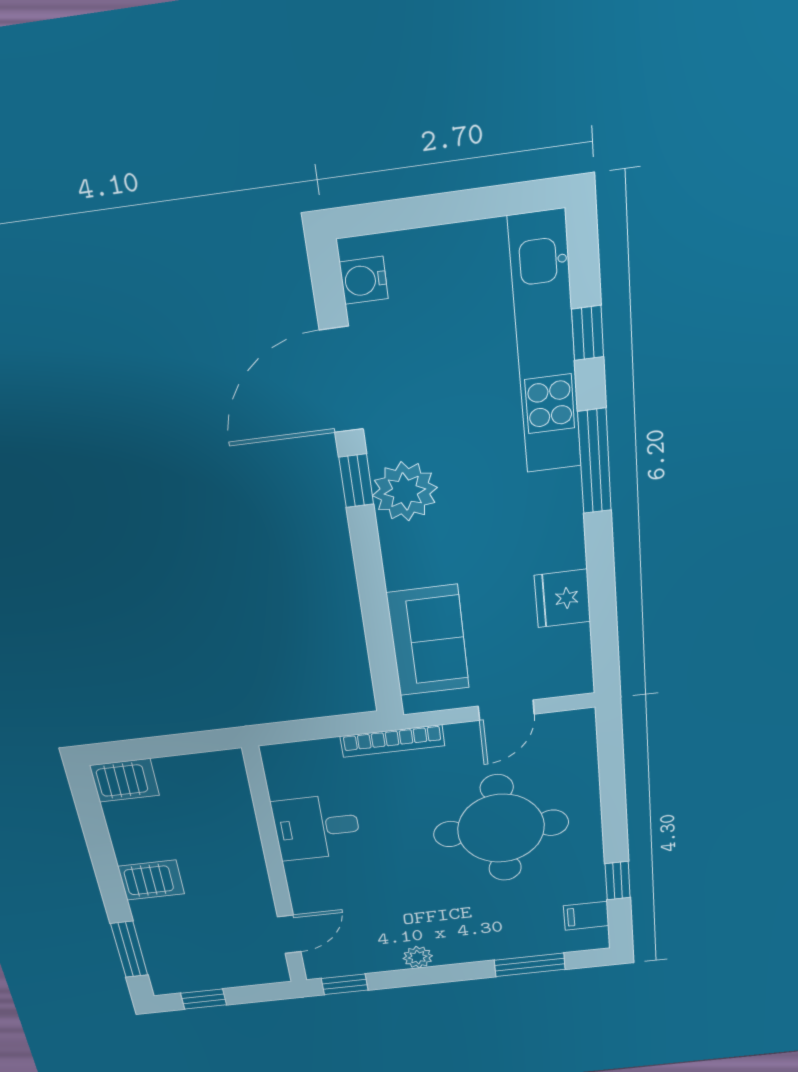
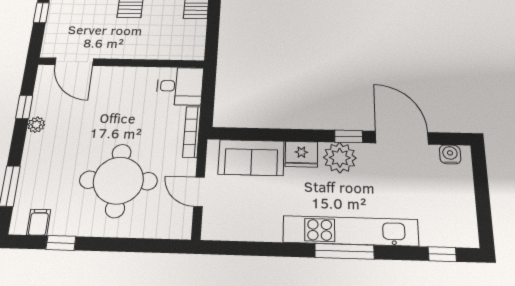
window: (588, 333) -> (442, 254), moved
kitchen unit: (546, 346) -> (351, 231), moved
fridge: (563, 598) -> (301, 154), moved, turned 180
desk: (317, 827) -> (180, 86), moved, turned 90
door: (289, 934) -> (74, 62), width x1.38
window: (345, 984) -> (24, 107), moved

